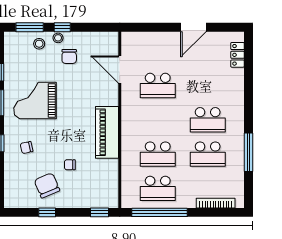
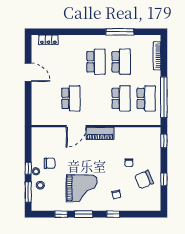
door: (120, 70) -> (76, 126), moved
grand piano: (35, 101) -> (82, 188), turned -90
piano: (107, 132) -> (100, 133), width x0.73, depth x0.75

